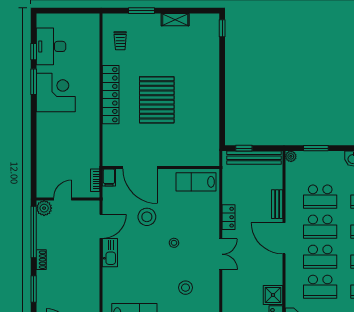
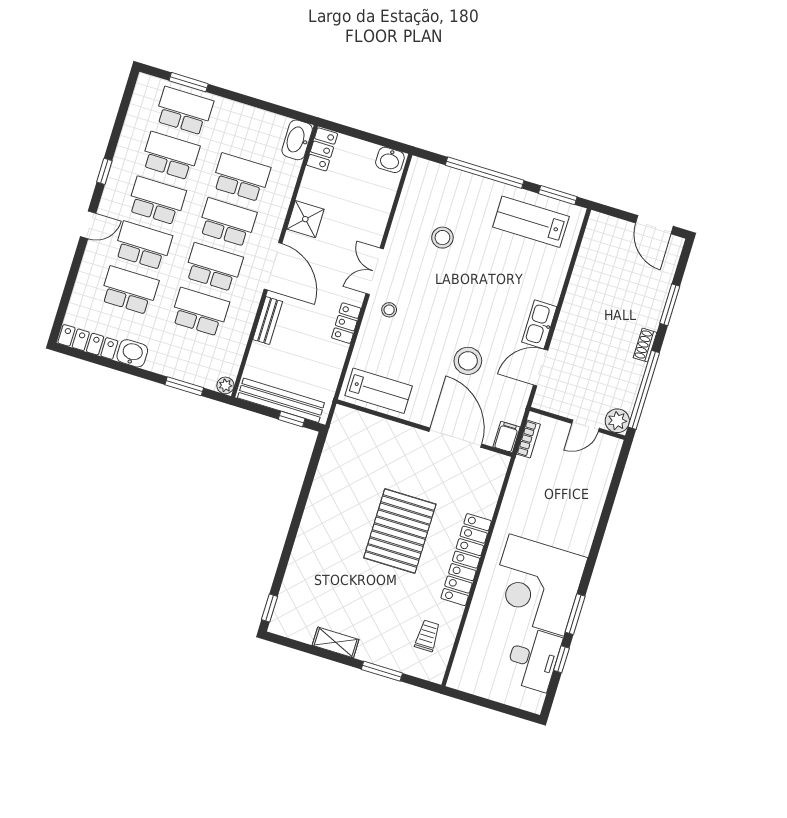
corner desk: (56, 92) -> (537, 585), width x1.36, depth x1.36
stool: (174, 243) -> (389, 310), moved
shower: (273, 295) -> (305, 219), moved

